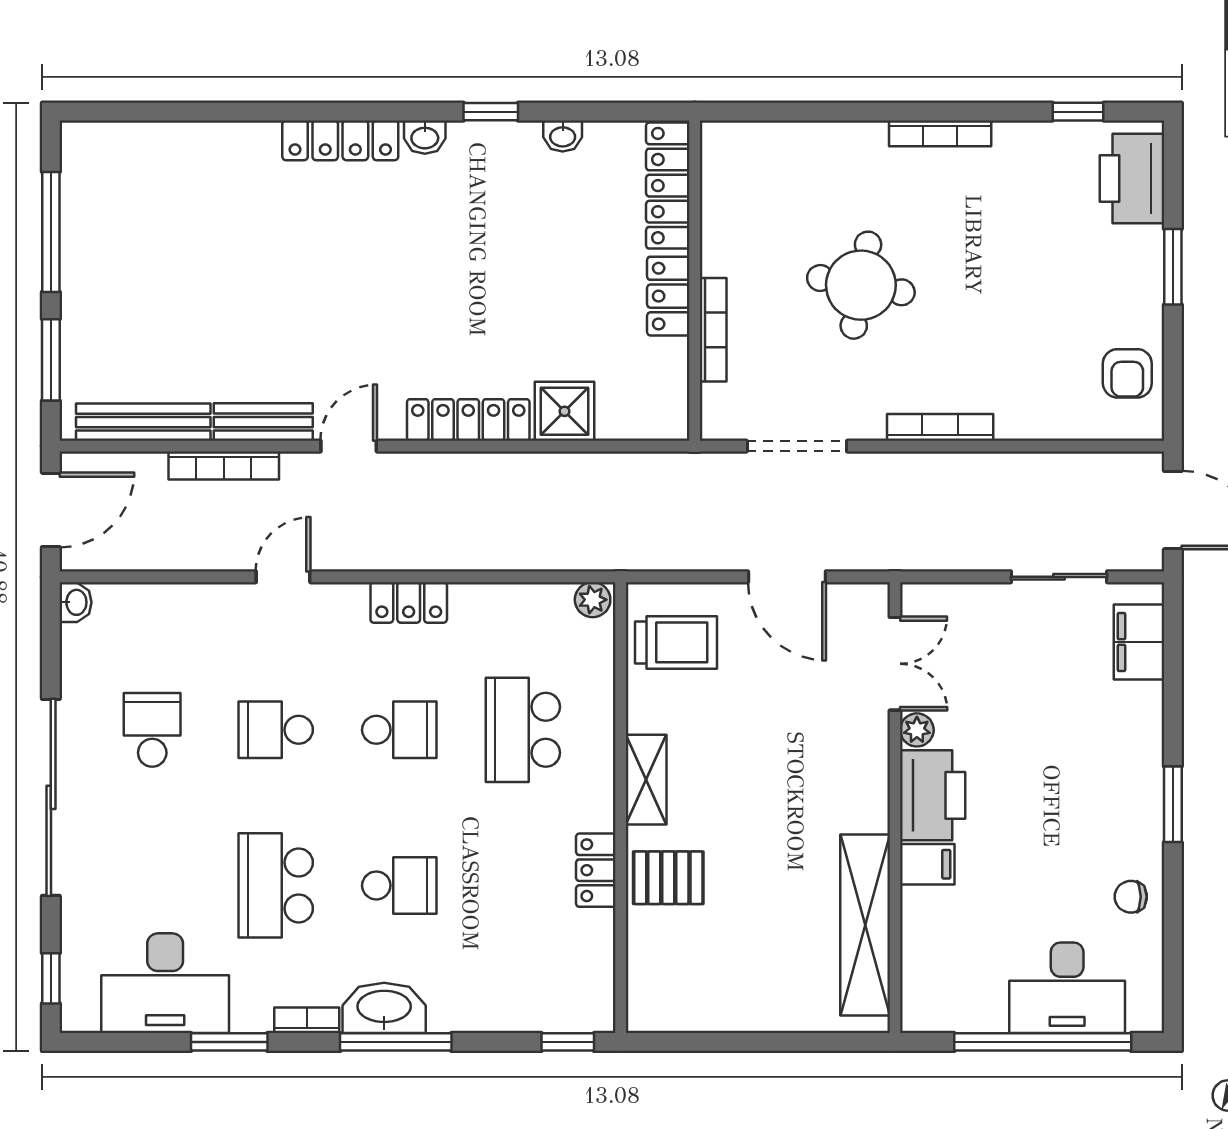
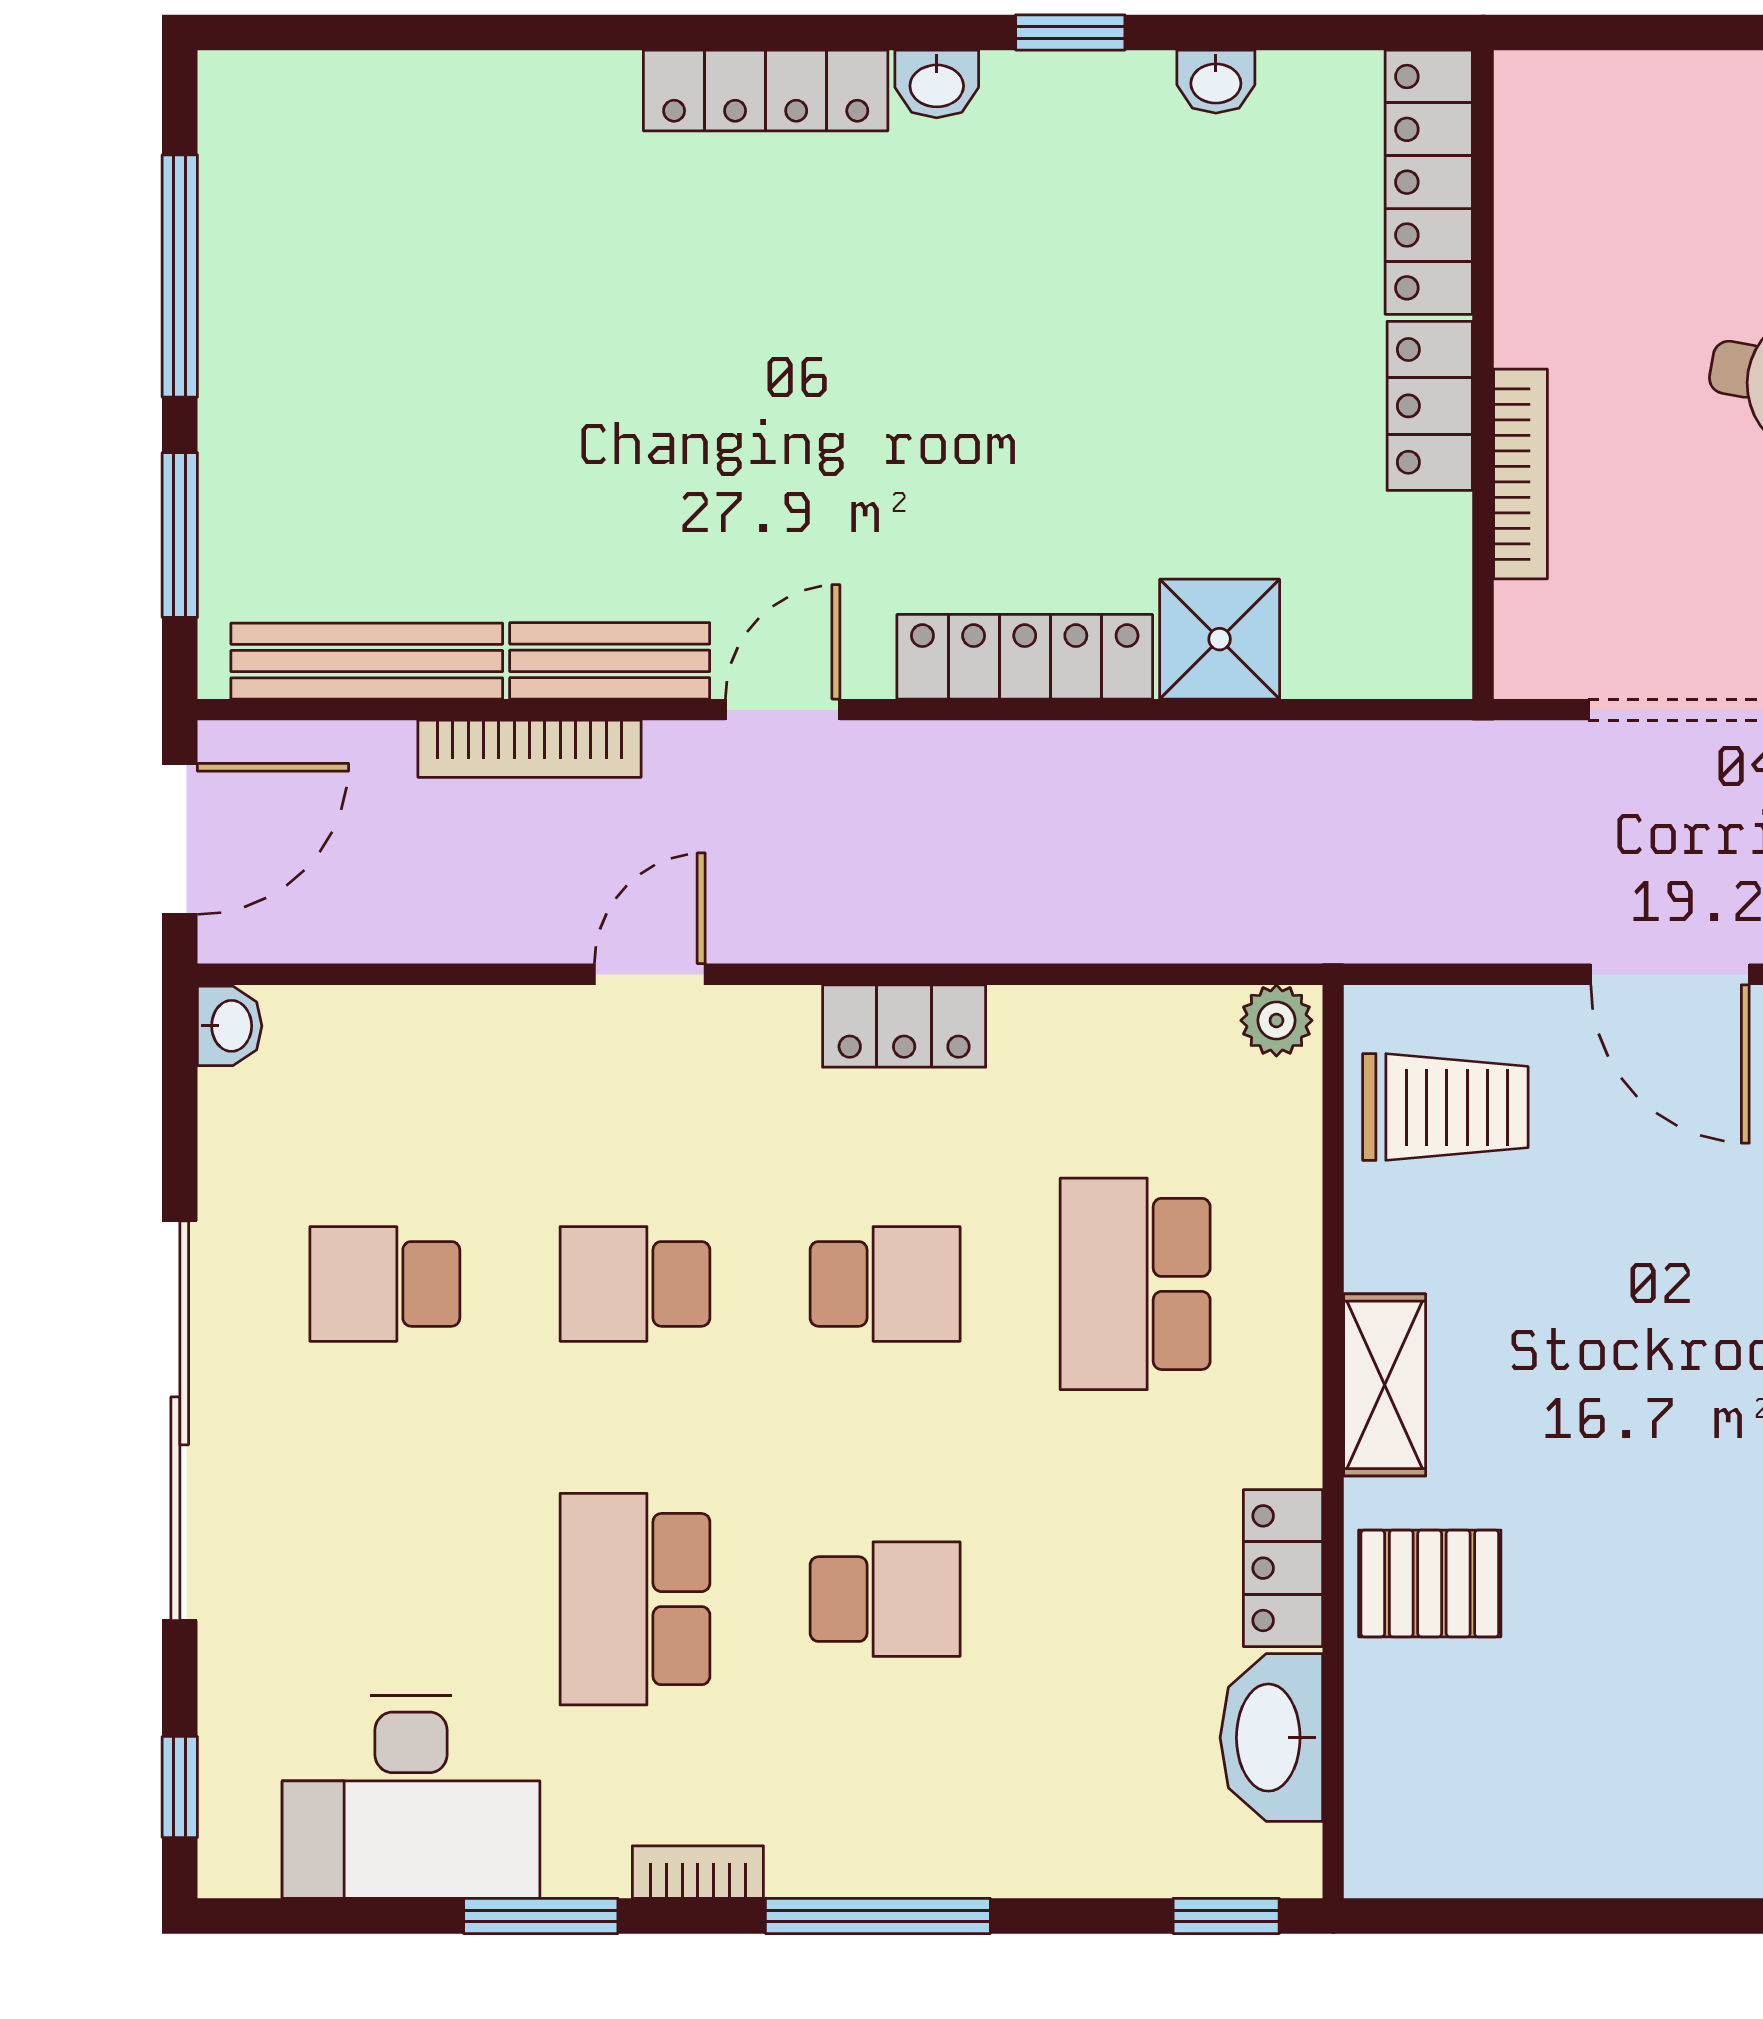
school desk: (152, 730) -> (385, 1284), turned -90
washbasin: (384, 1008) -> (1271, 1738), moved, turned -90

